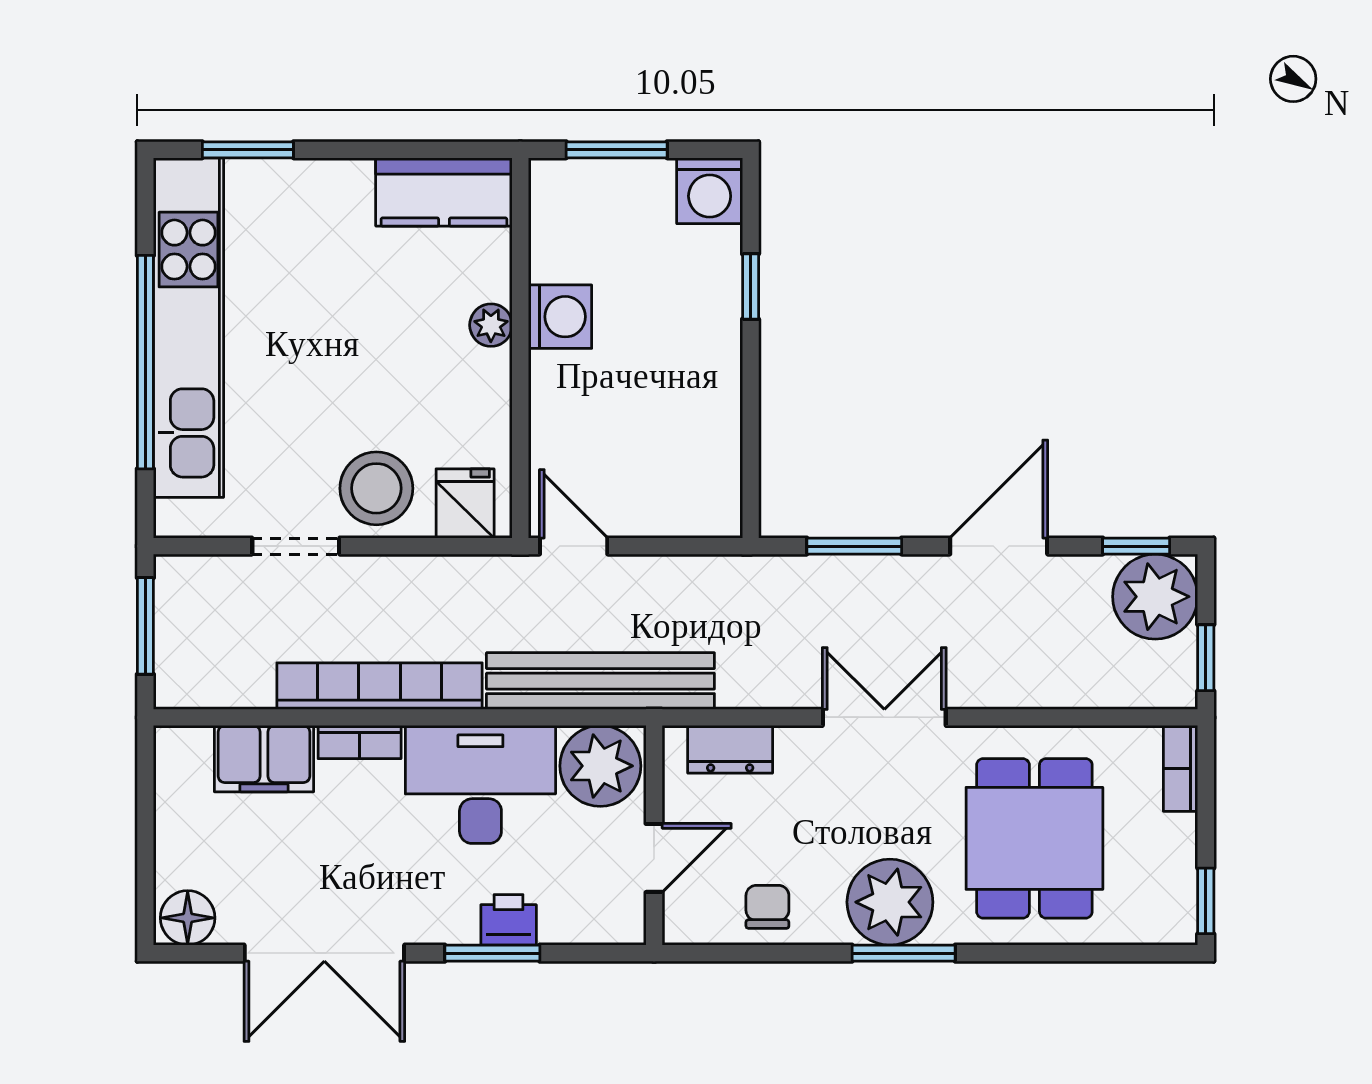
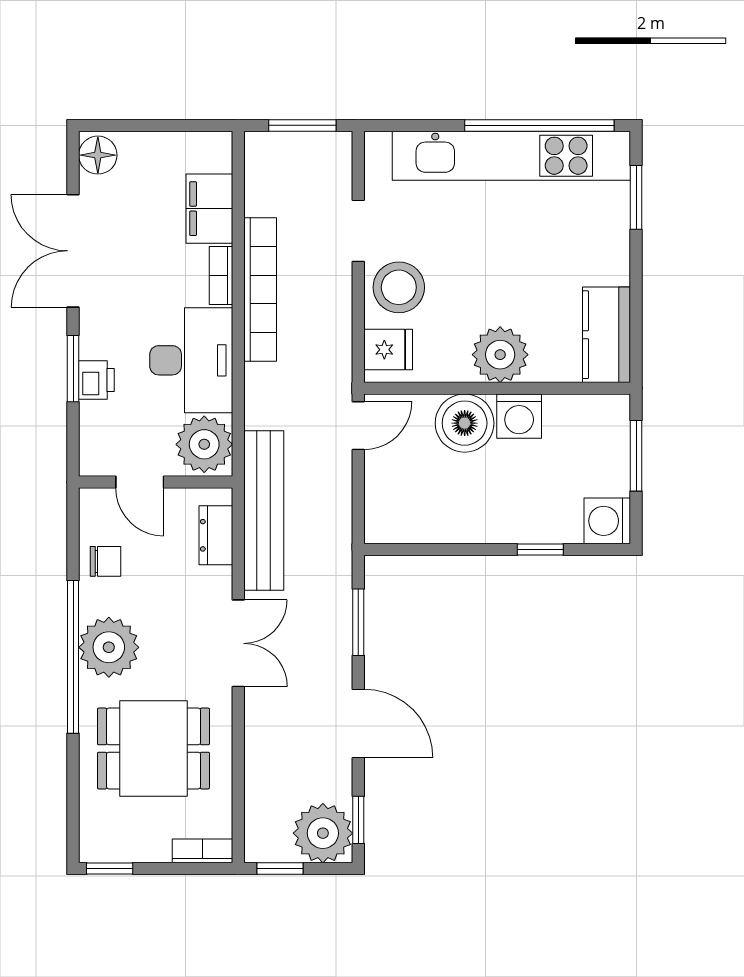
plant: (491, 325) -> (500, 355), width x1.88, depth x1.88
window: (145, 362) -> (539, 125), moved
boiler: (570, 394) -> (465, 423), added
bench: (600, 681) -> (264, 511), moved
window: (904, 953) -> (73, 657), width x2.11

